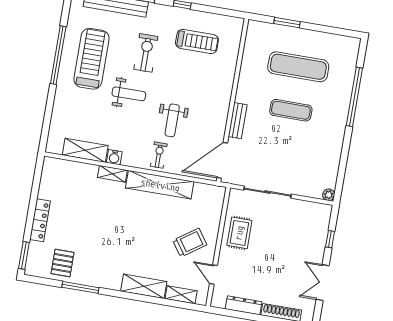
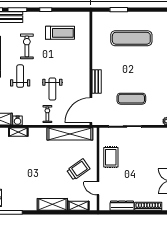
weight bench: (129, 94) -> (20, 76), turned -90
exercise mat: (291, 110) -> (131, 99), moved
shelving: (160, 185) -> (70, 134), moved

